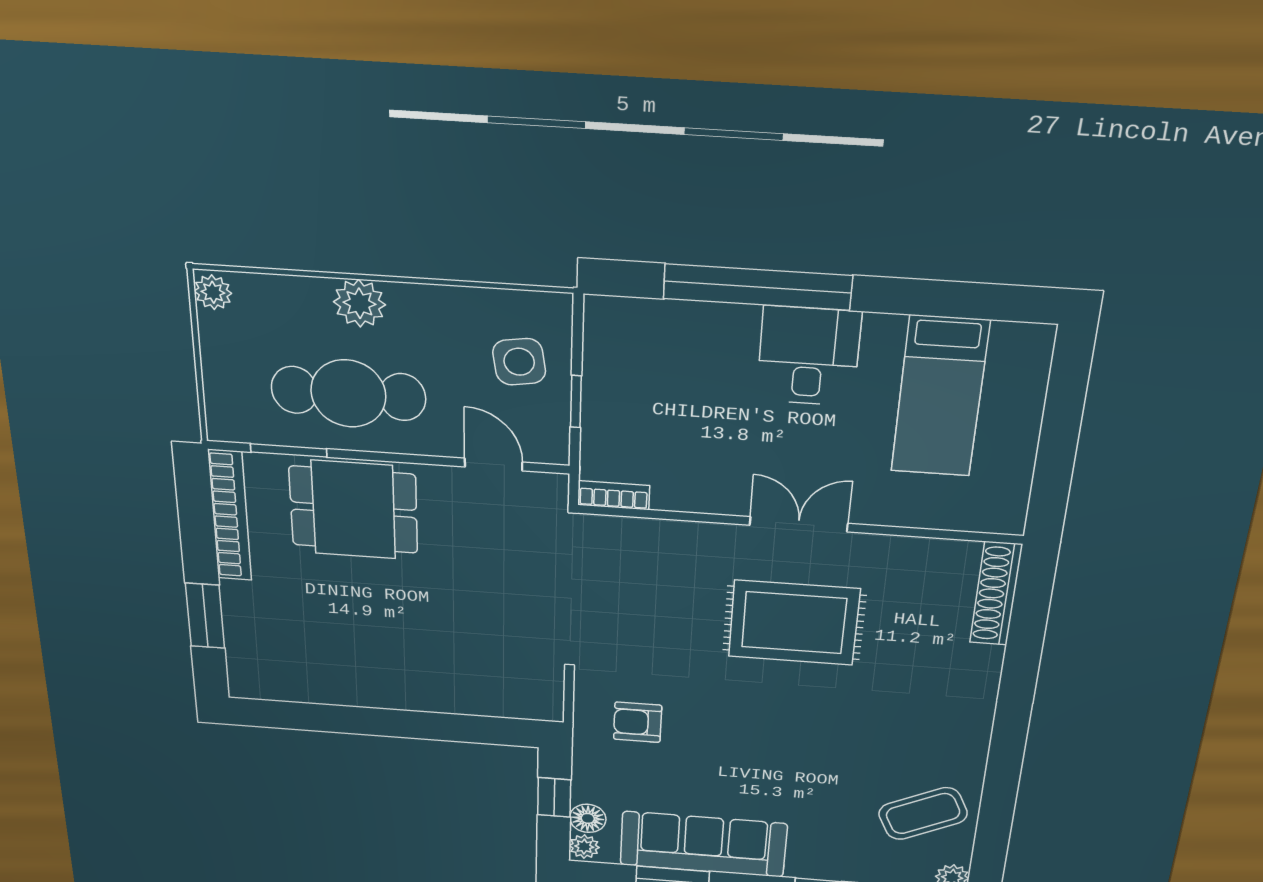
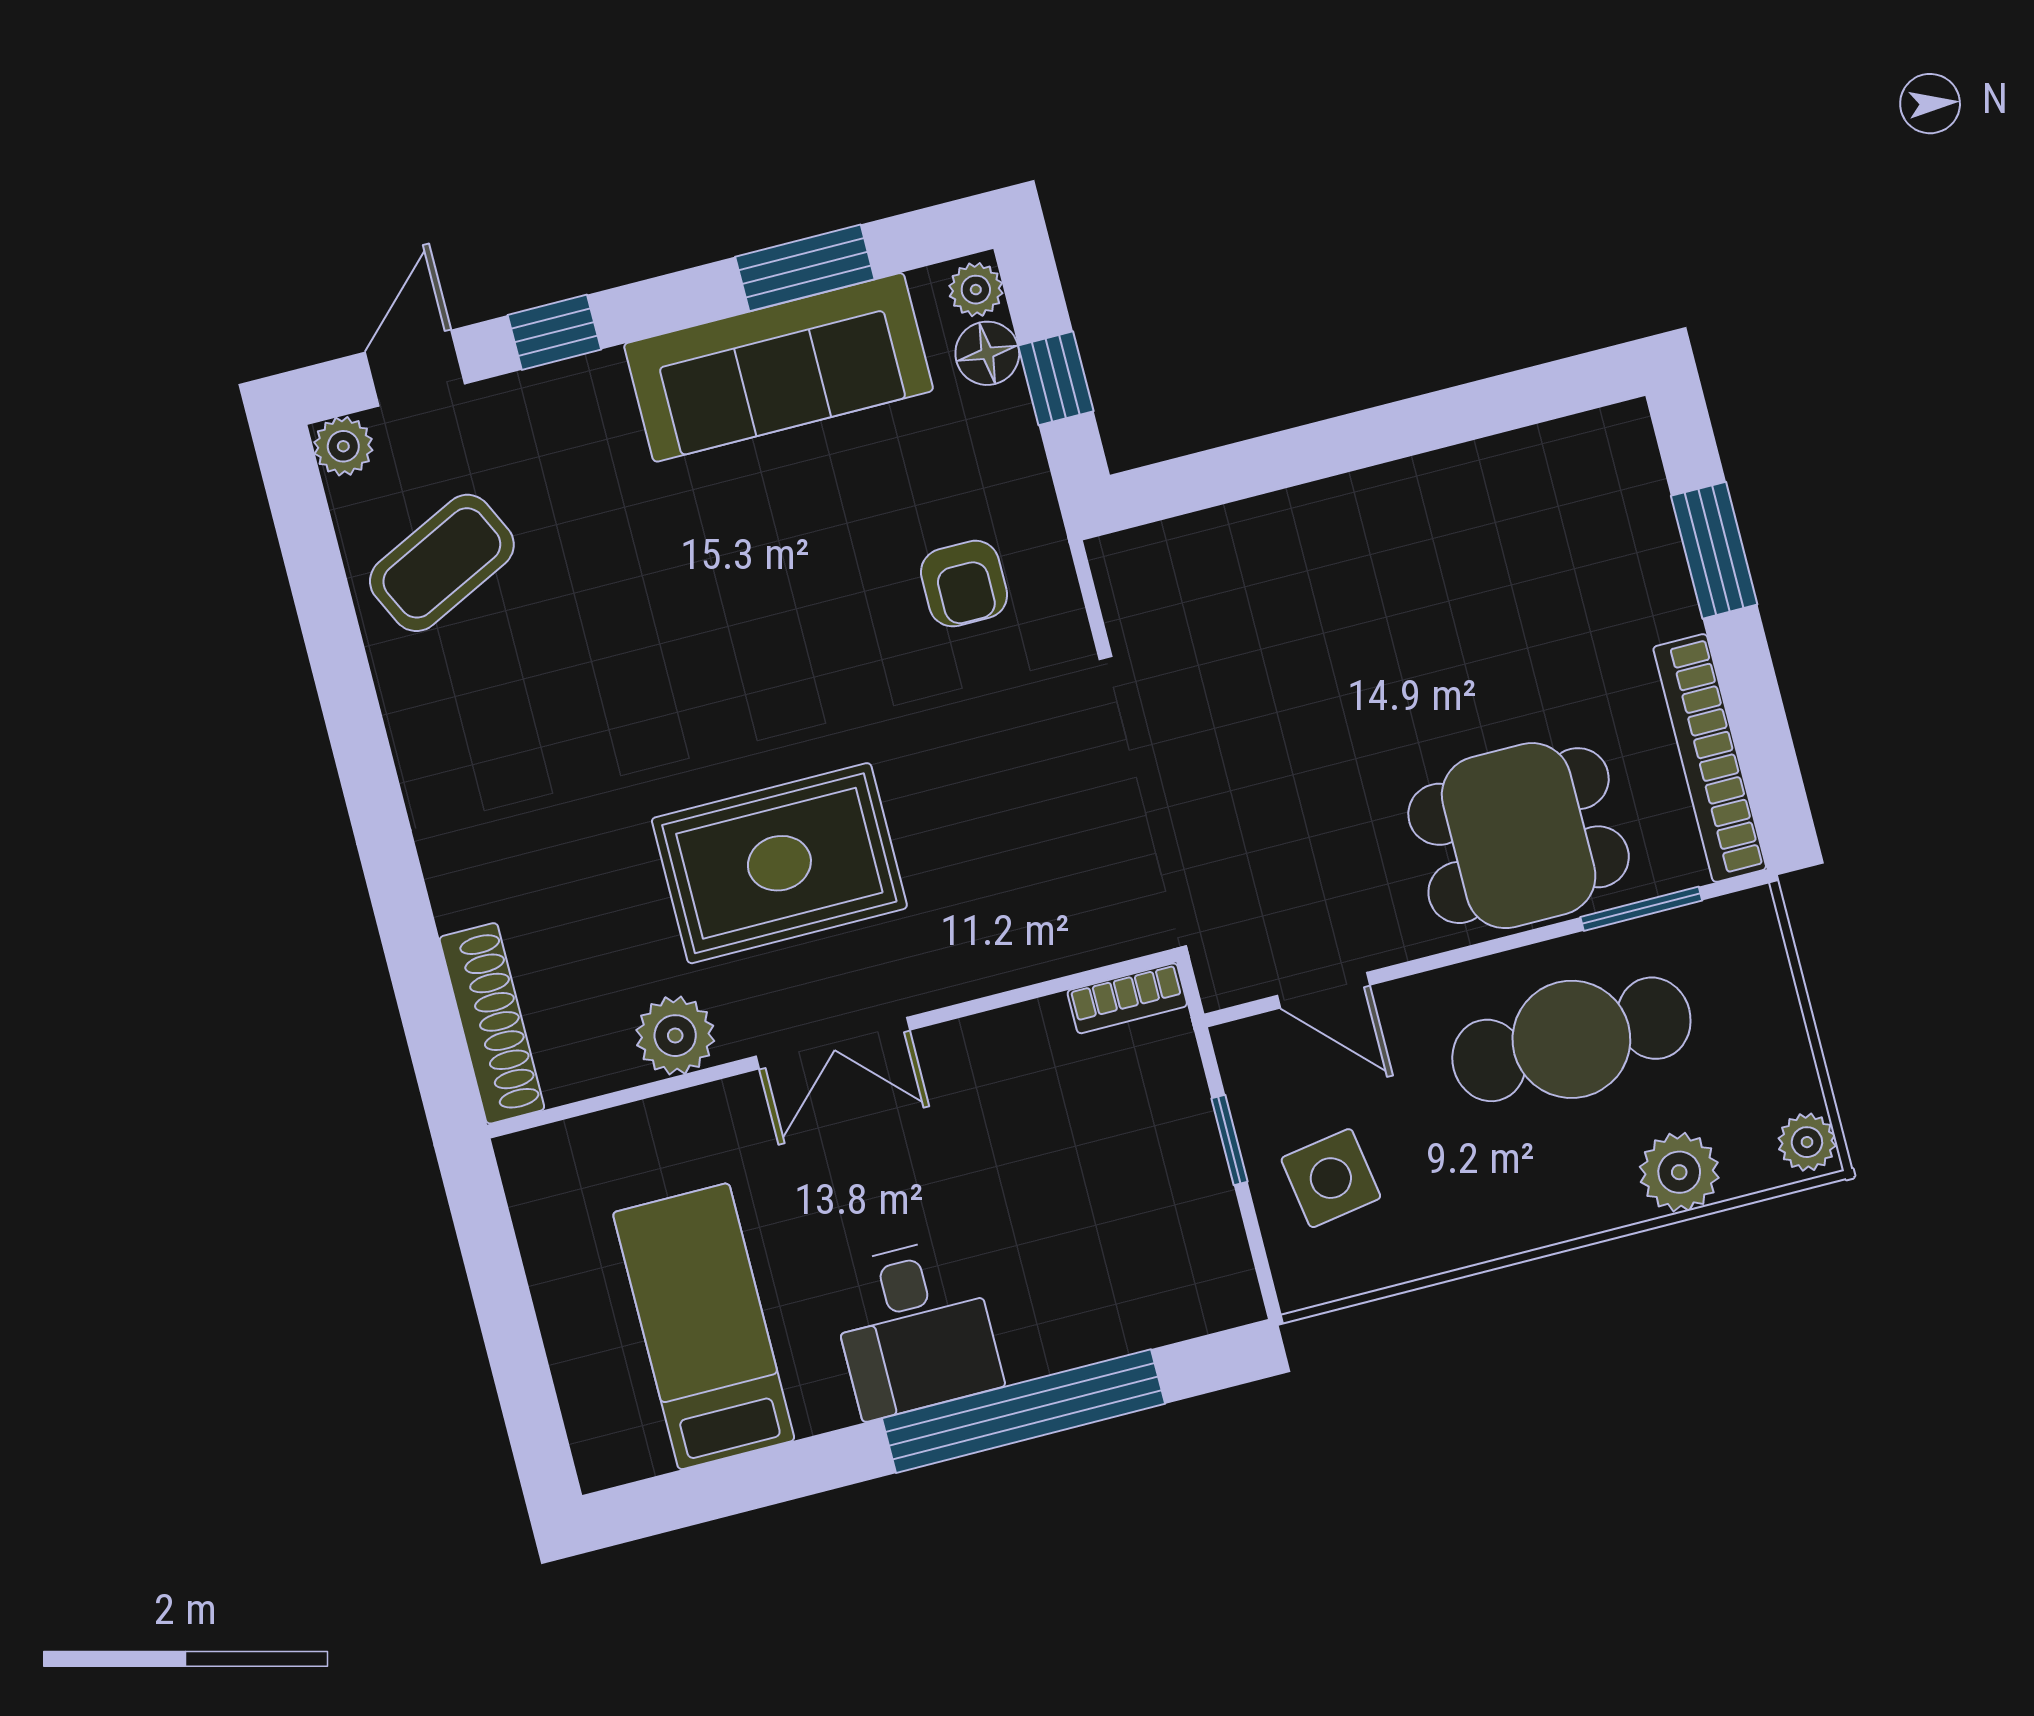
plant: (359, 303) -> (1679, 1172), moved
plant: (891, 556) -> (675, 1036), added
armchair: (638, 722) -> (964, 584), turned 90

